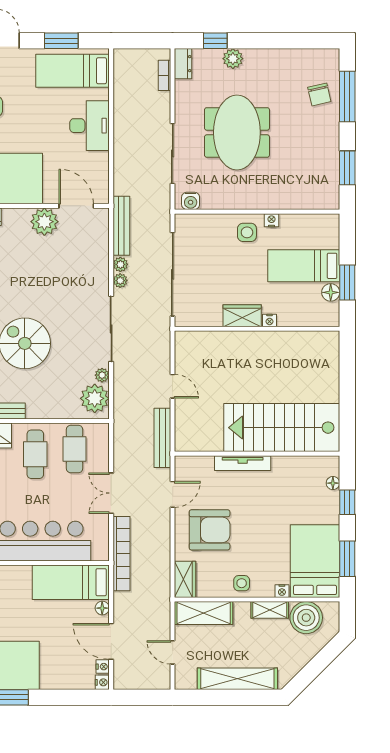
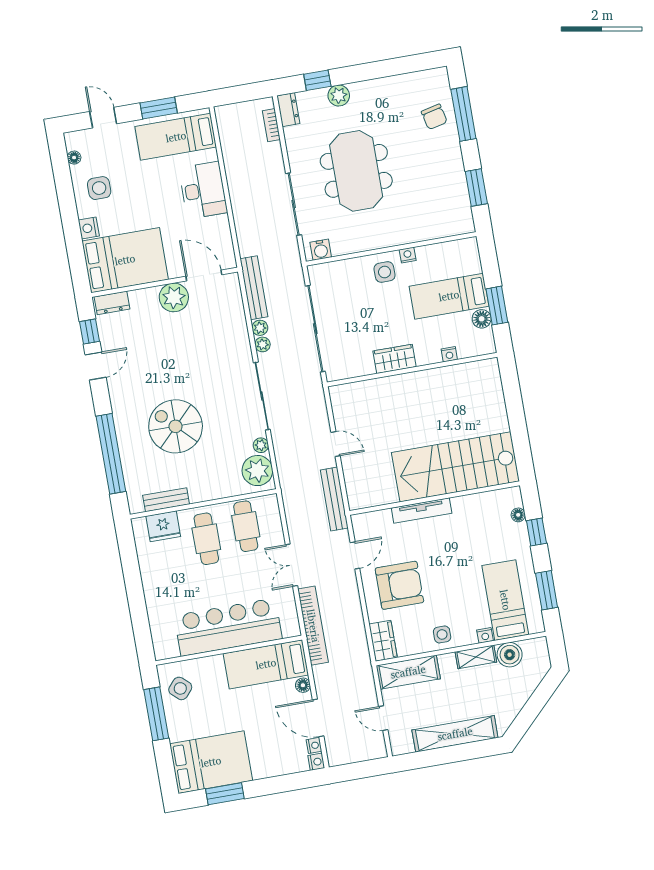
nightstand: (270, 320) -> (449, 354), moved
bed: (315, 561) -> (505, 600), width x0.67
boiler: (306, 618) -> (510, 655), width x0.73, depth x0.73

